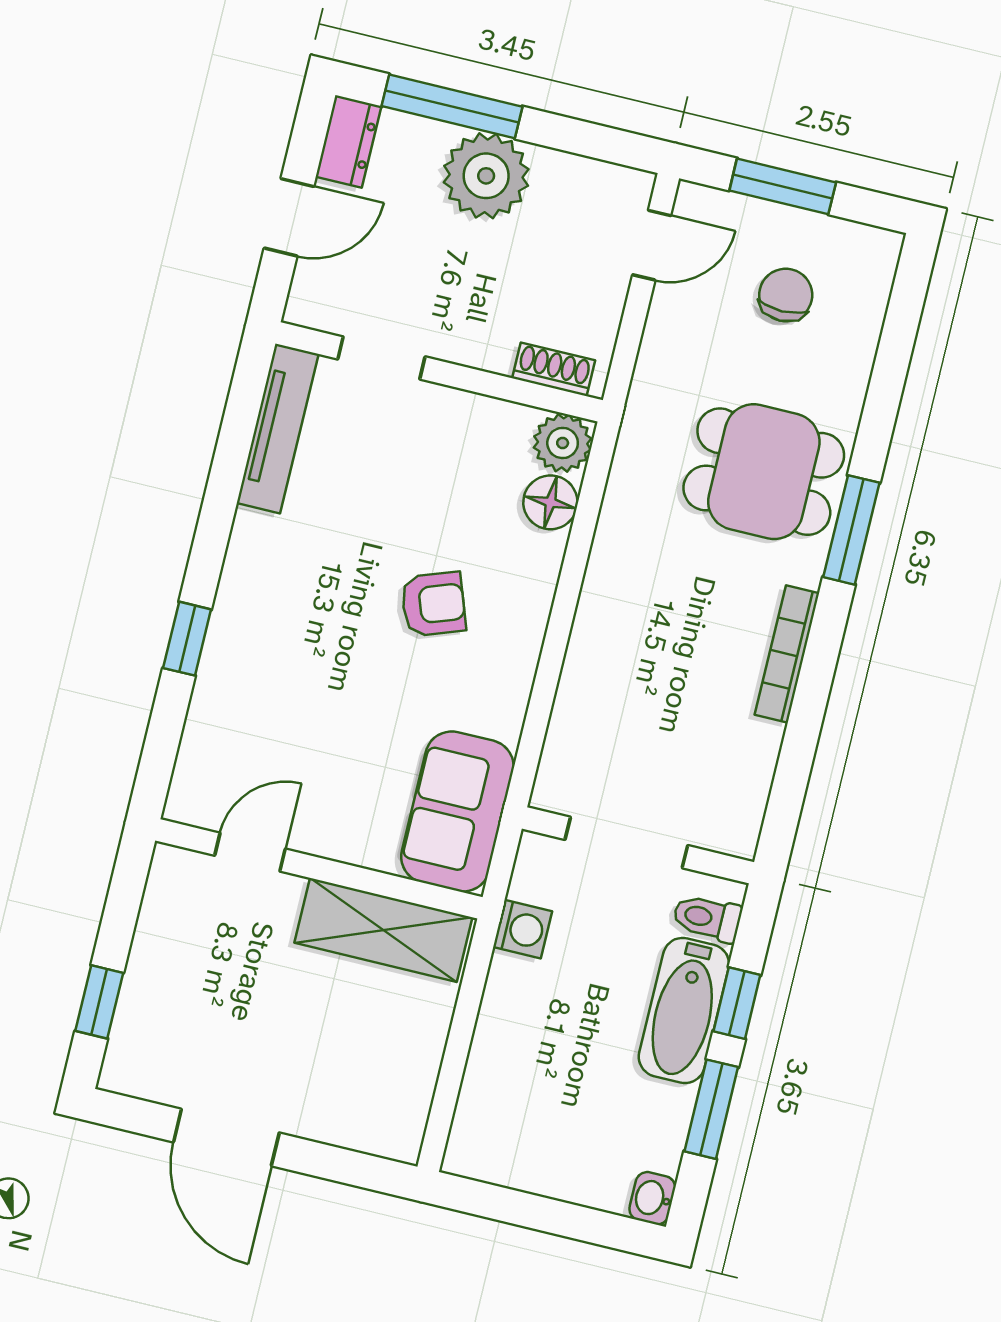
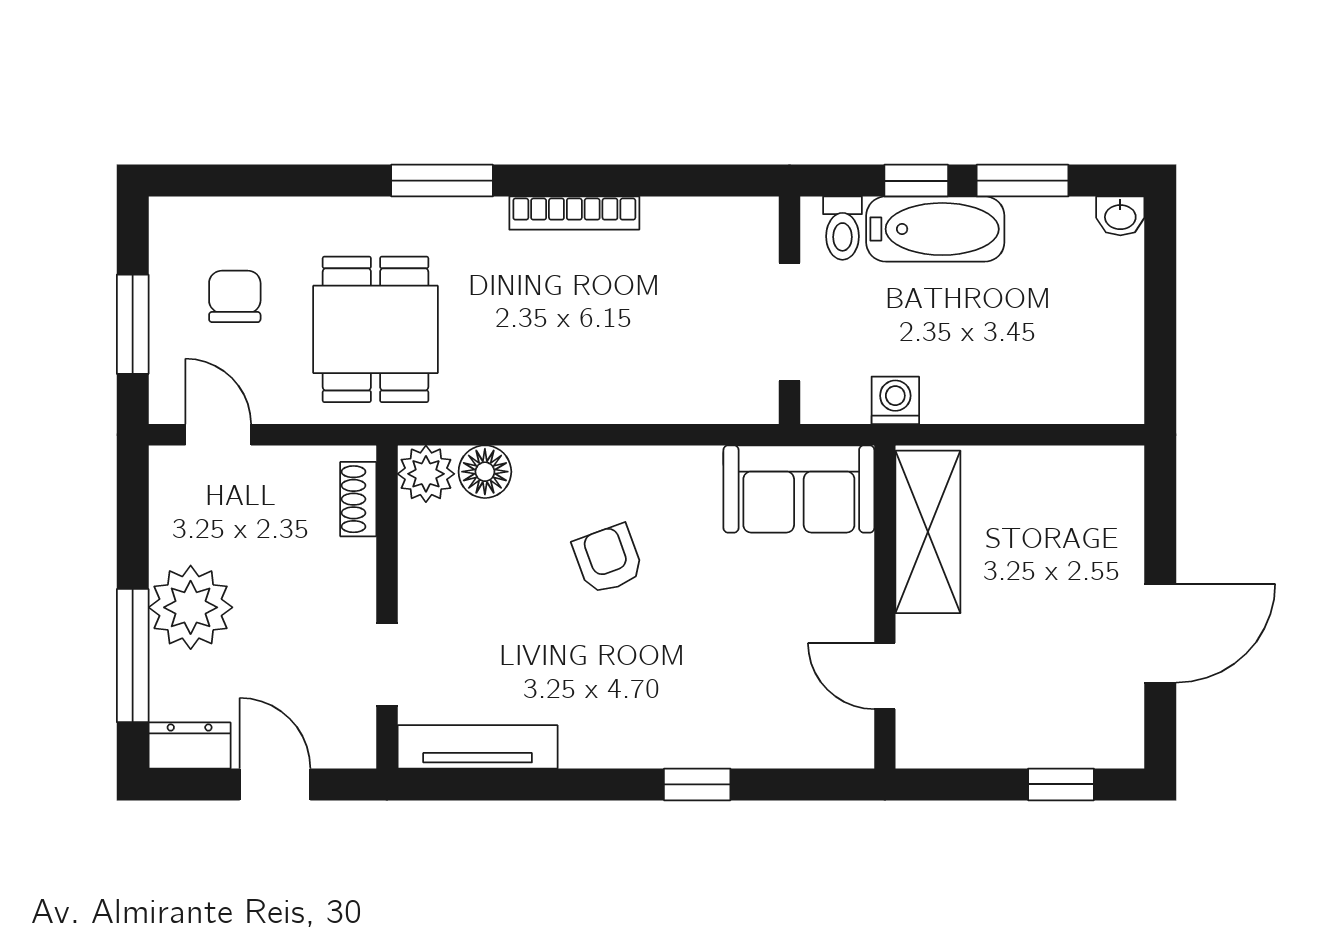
chair: (786, 295) -> (235, 296), turned 90
dining table: (764, 472) -> (376, 329), moved

